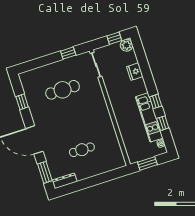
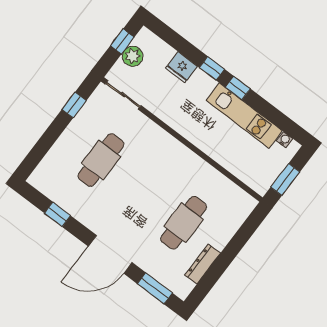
plant: (127, 45) -> (133, 56), moved
window: (163, 123) -> (212, 68), moved
cafe table: (82, 150) -> (184, 223), width x1.37, depth x1.35
dresser: (65, 181) -> (203, 264), moved

